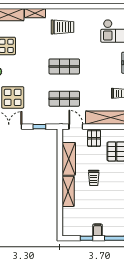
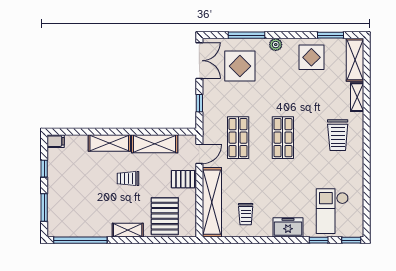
filing cabinet: (98, 230) -> (56, 141), moved

